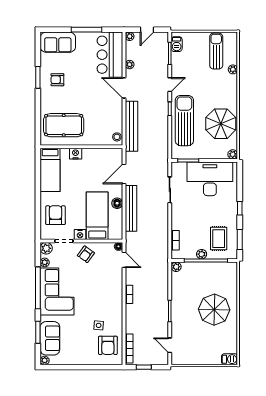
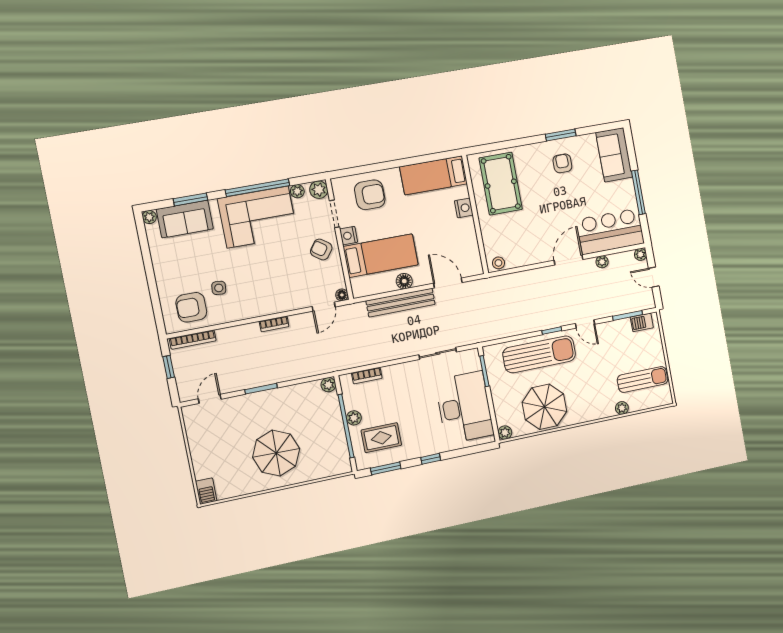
bench: (132, 126) -> (517, 281), removed

